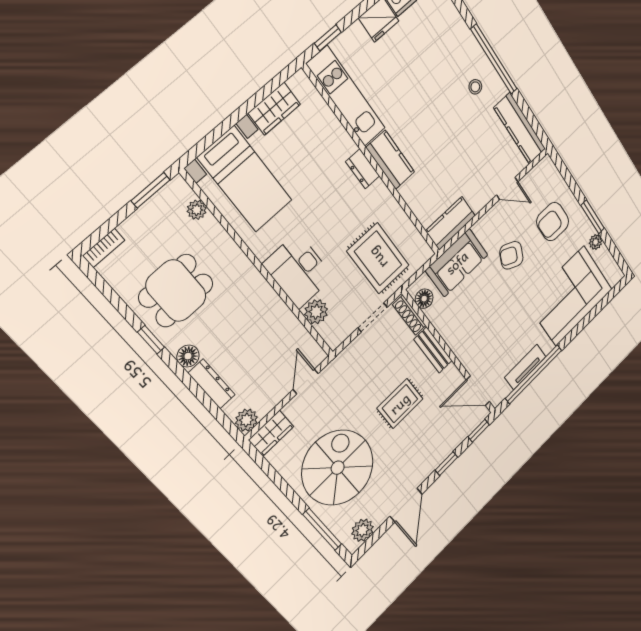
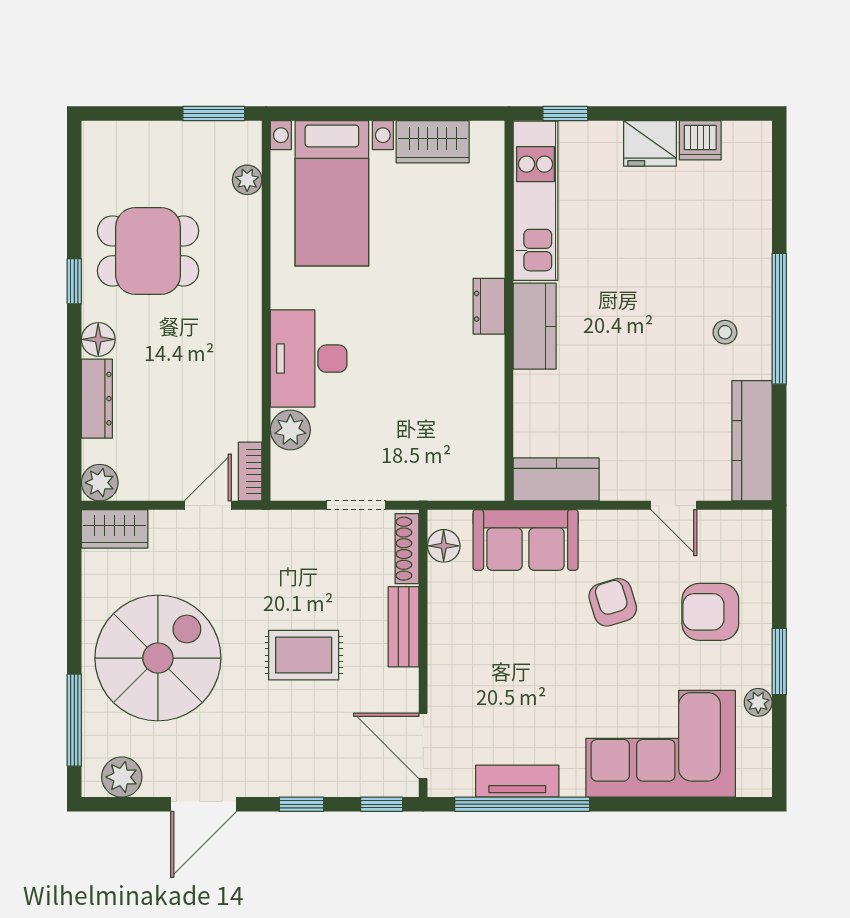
bookcase: (104, 248) -> (250, 472), moved, turned 90
armchair: (511, 255) -> (613, 602), turned 48
rug: (378, 258) -> (422, 436), removed

